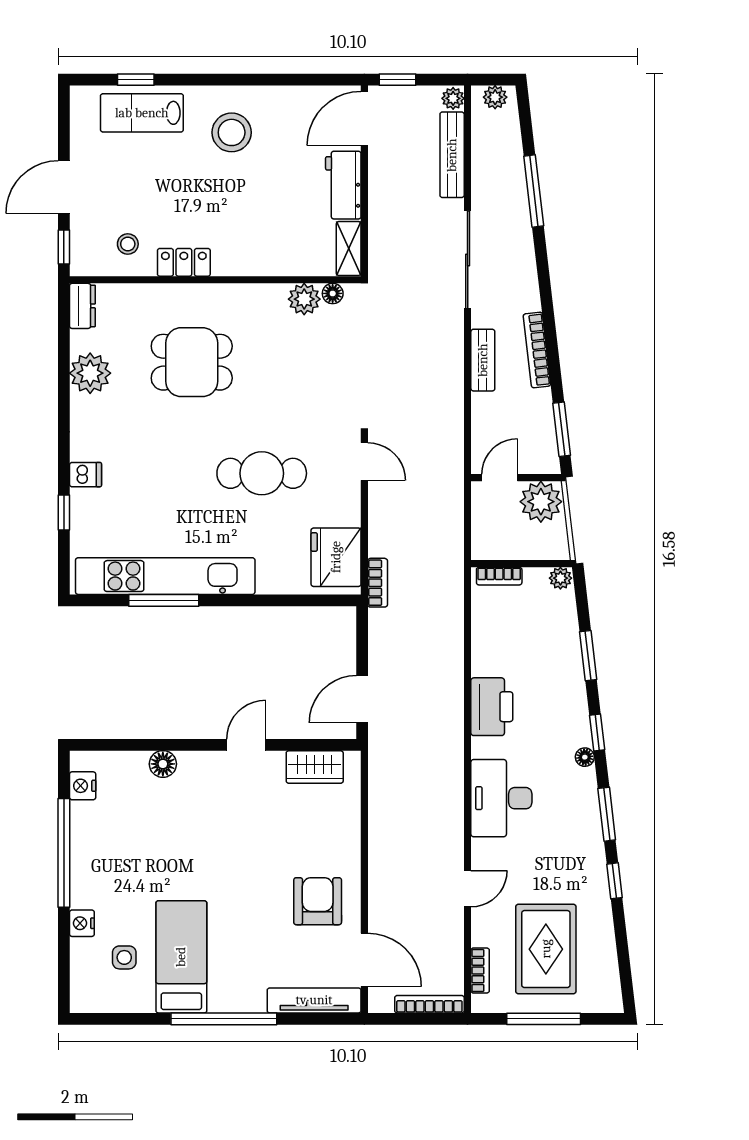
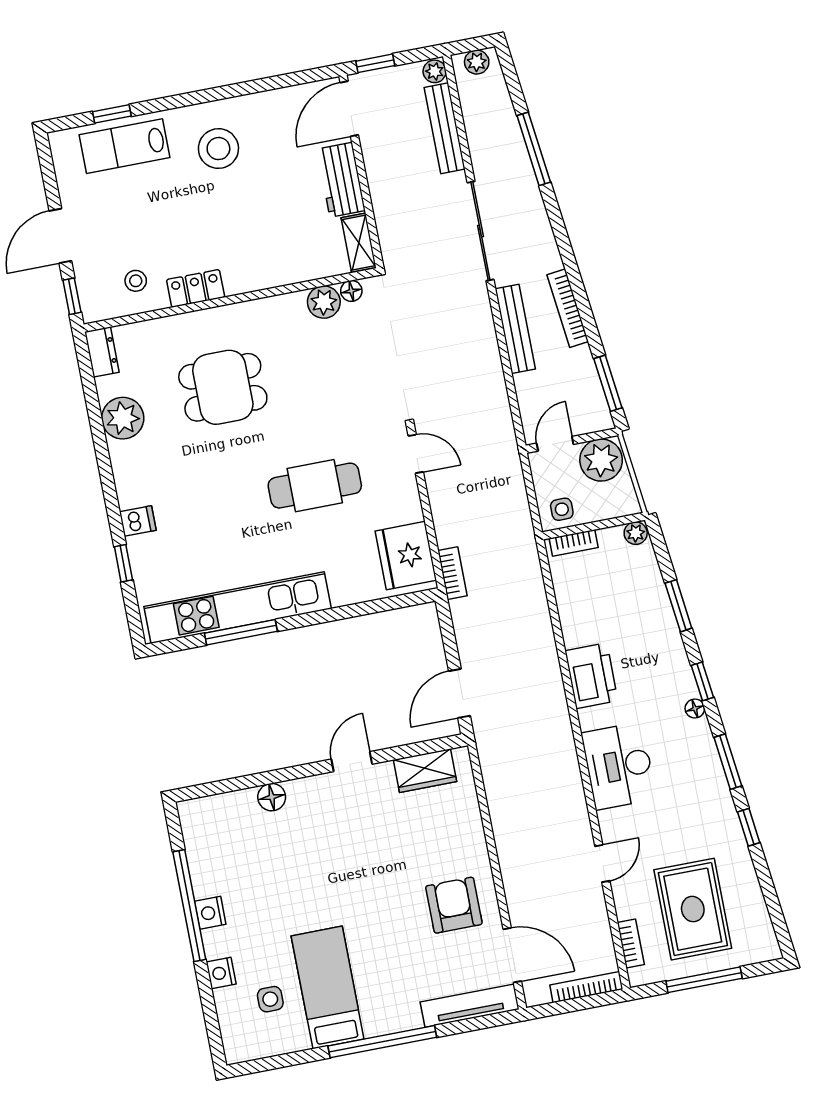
bench: (483, 360) -> (515, 329), width x1.36
side table: (494, 542) -> (562, 509), added
nightstand: (83, 786) -> (210, 913), moved

